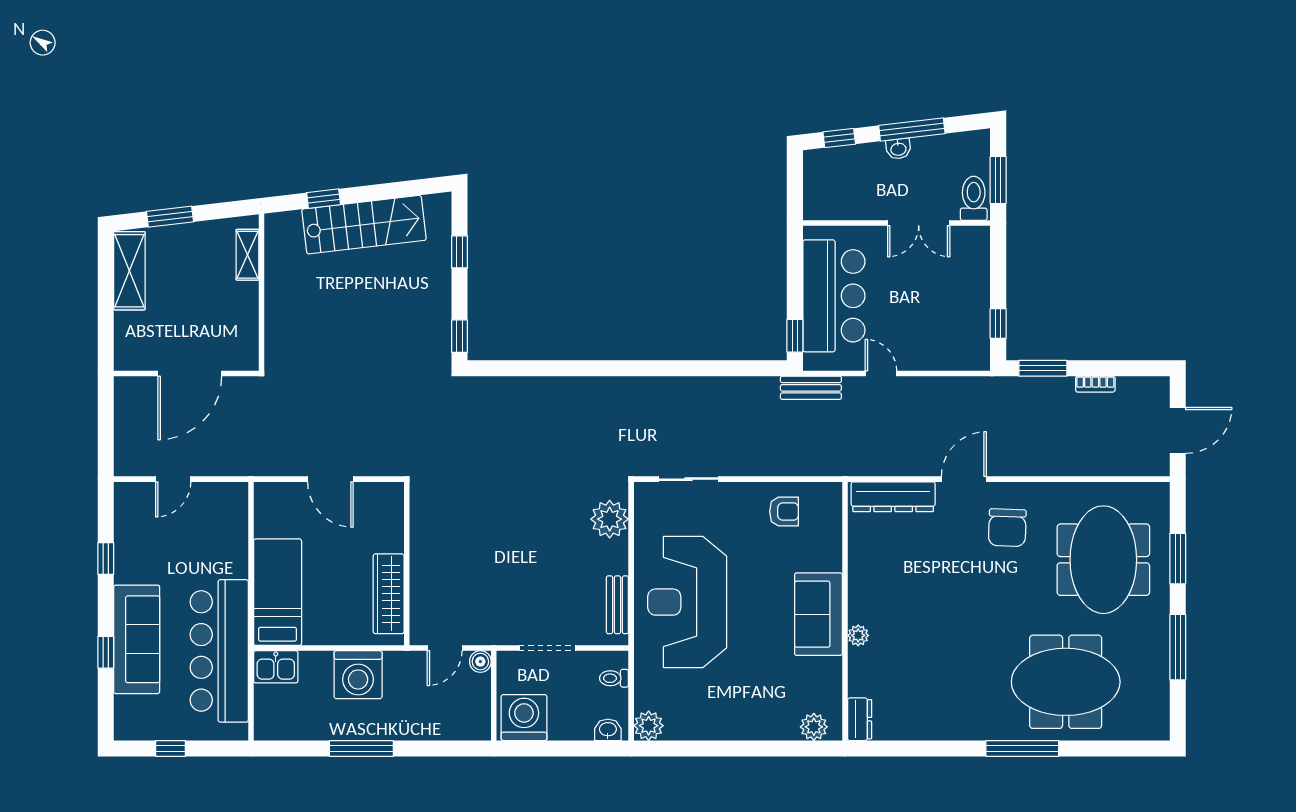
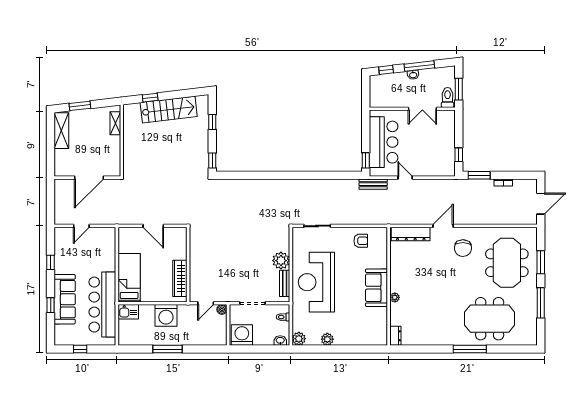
plant: (610, 519) -> (281, 261), moved
plant: (814, 727) -> (327, 339), moved

